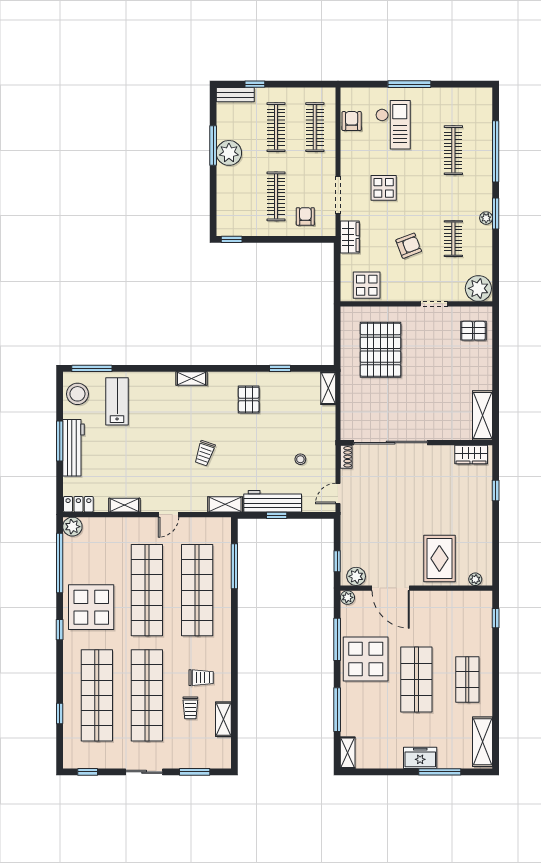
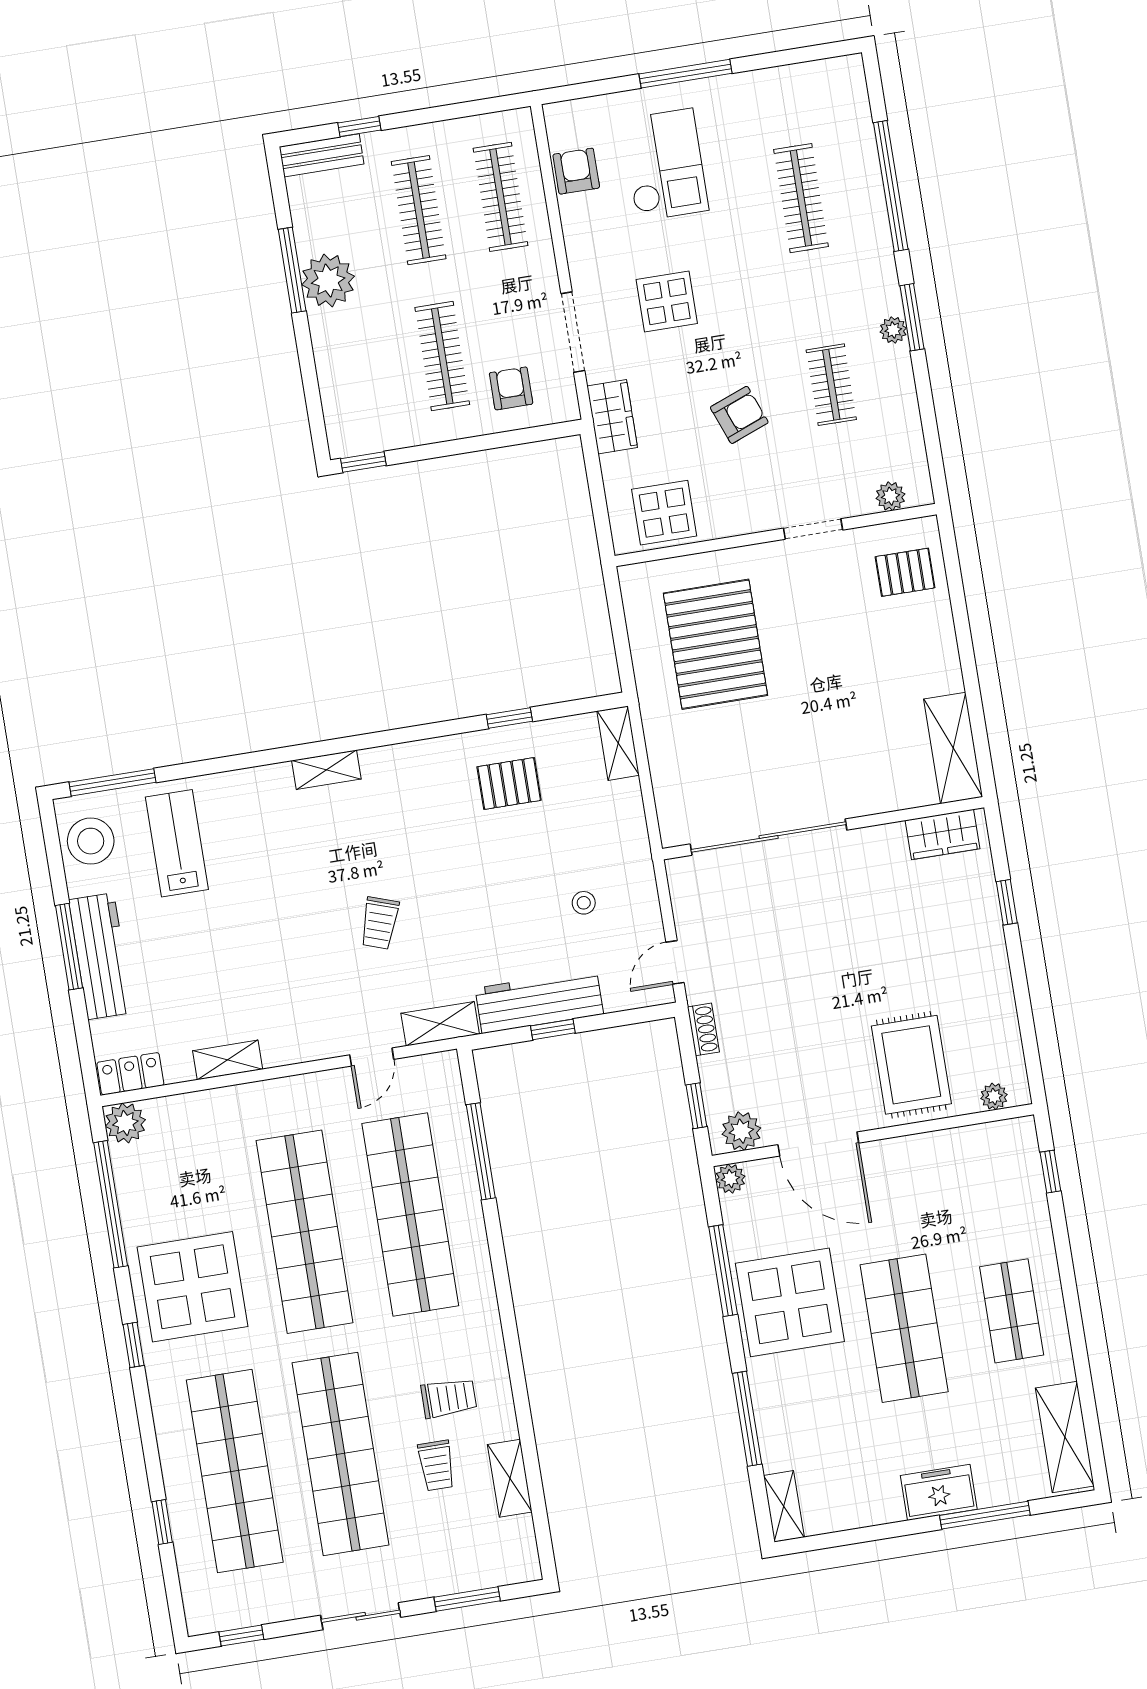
plant: (478, 288) -> (890, 496), width x0.53, depth x0.53
pallet: (249, 400) -> (509, 784), moved, turned 90
shoe rack: (346, 457) -> (703, 1029), moved
door: (168, 515) -> (372, 1057), moved

